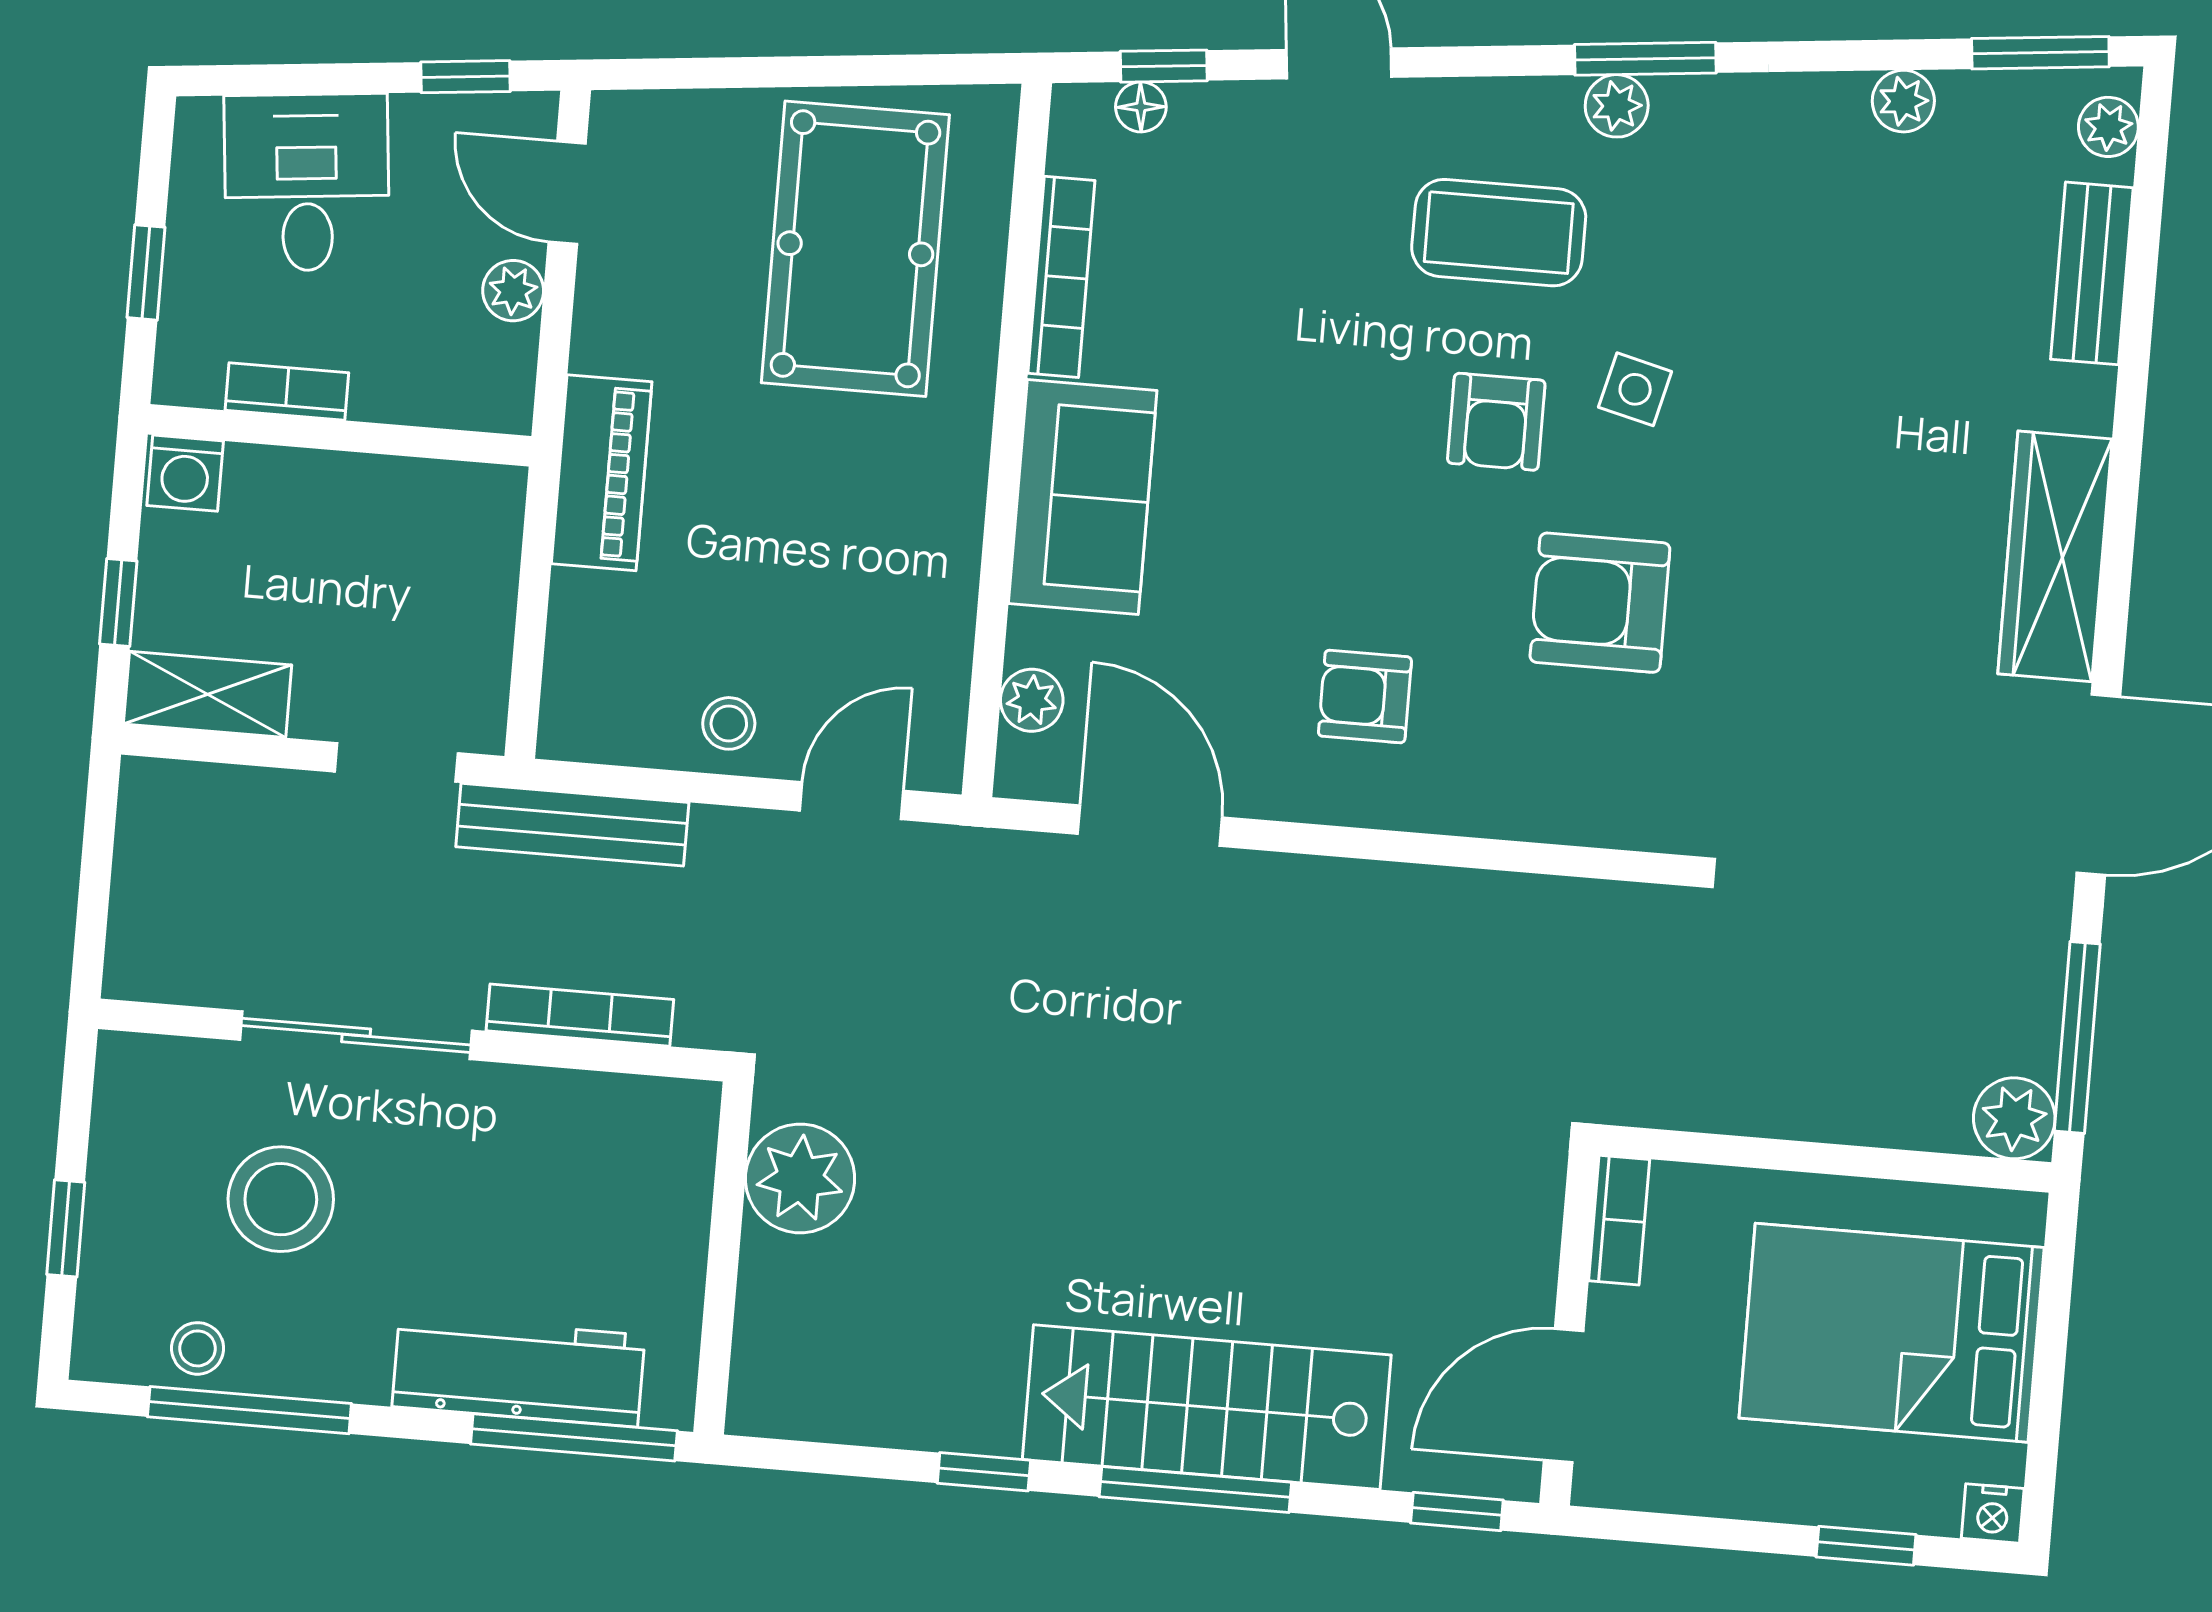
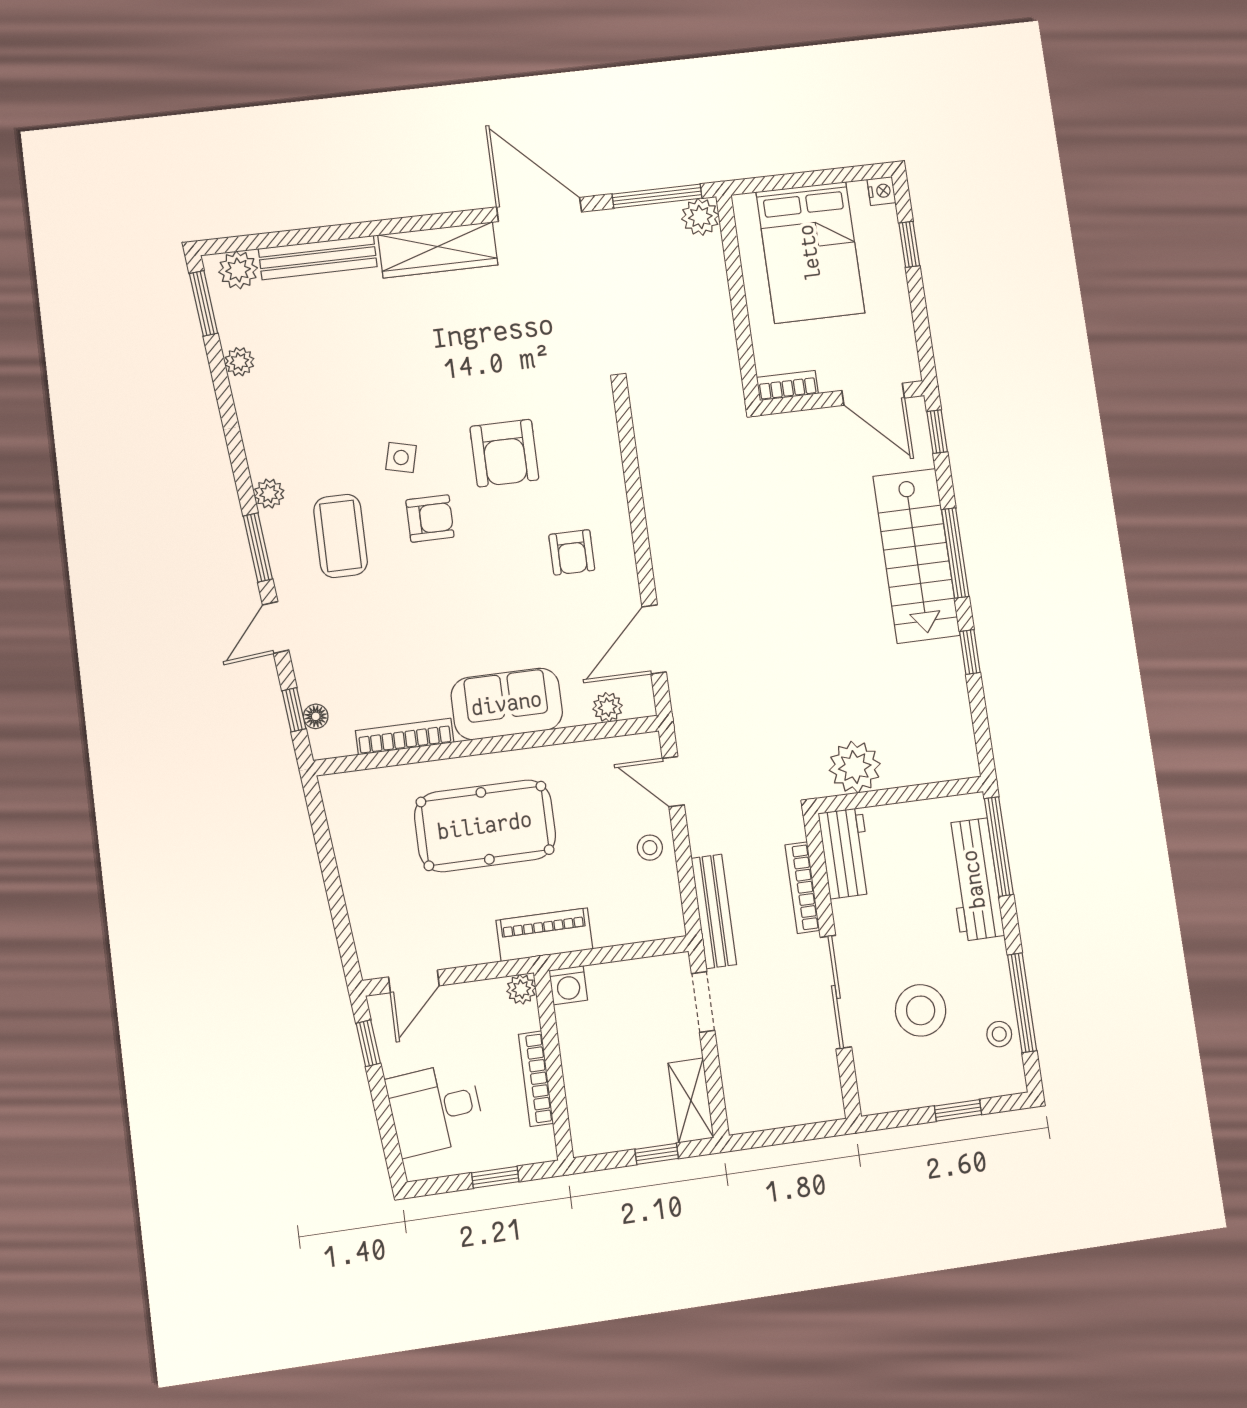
window: (1645, 59) -> (258, 547), moved
plant: (2108, 127) -> (238, 270), width x1.38, depth x1.38
pool table: (855, 249) -> (485, 826), moved
bench: (2092, 273) -> (318, 258), width x1.36
plant: (513, 291) -> (521, 989), moved
bookcase: (287, 391) -> (536, 1079), width x1.56
washing machine: (185, 473) -> (568, 985), moved, turned 90
workbench: (630, 1120) -> (846, 853), added

